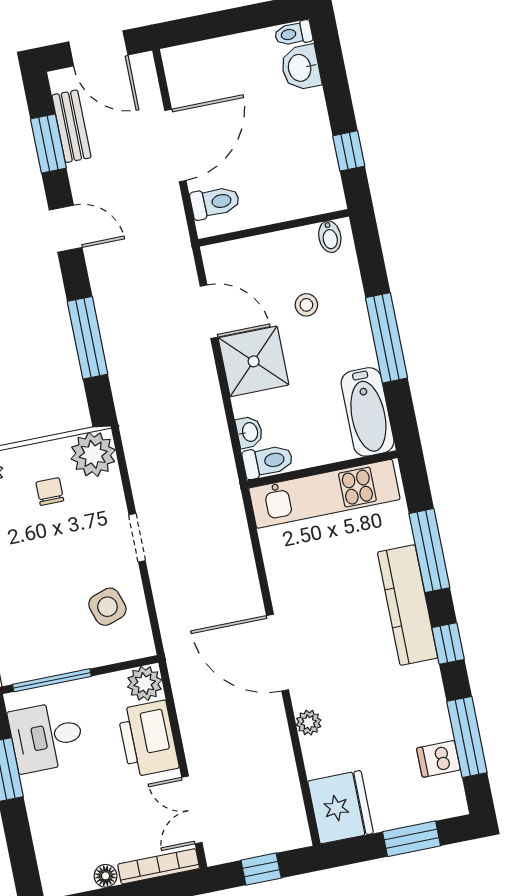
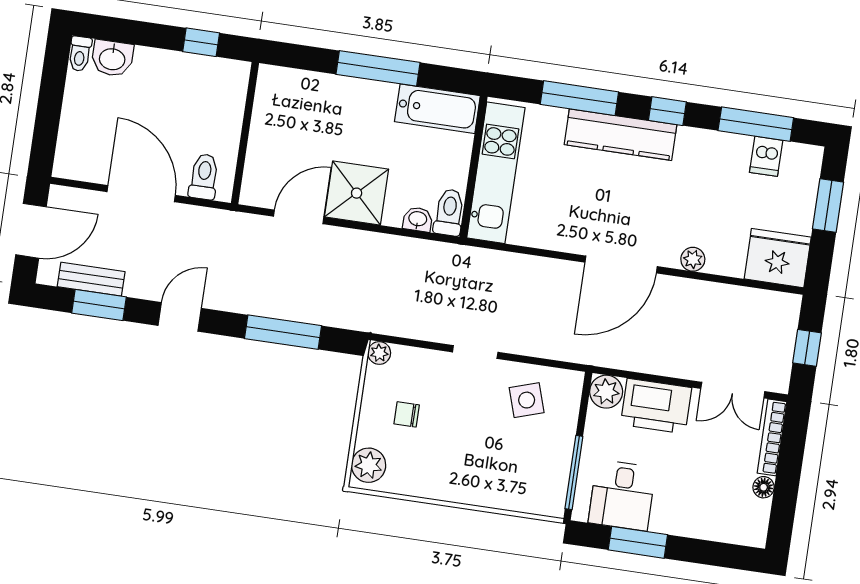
bidet: (330, 237) -> (271, 86), removed
stool: (306, 305) -> (323, 129), removed
plant: (93, 454) -> (379, 353), width x0.53, depth x0.53

